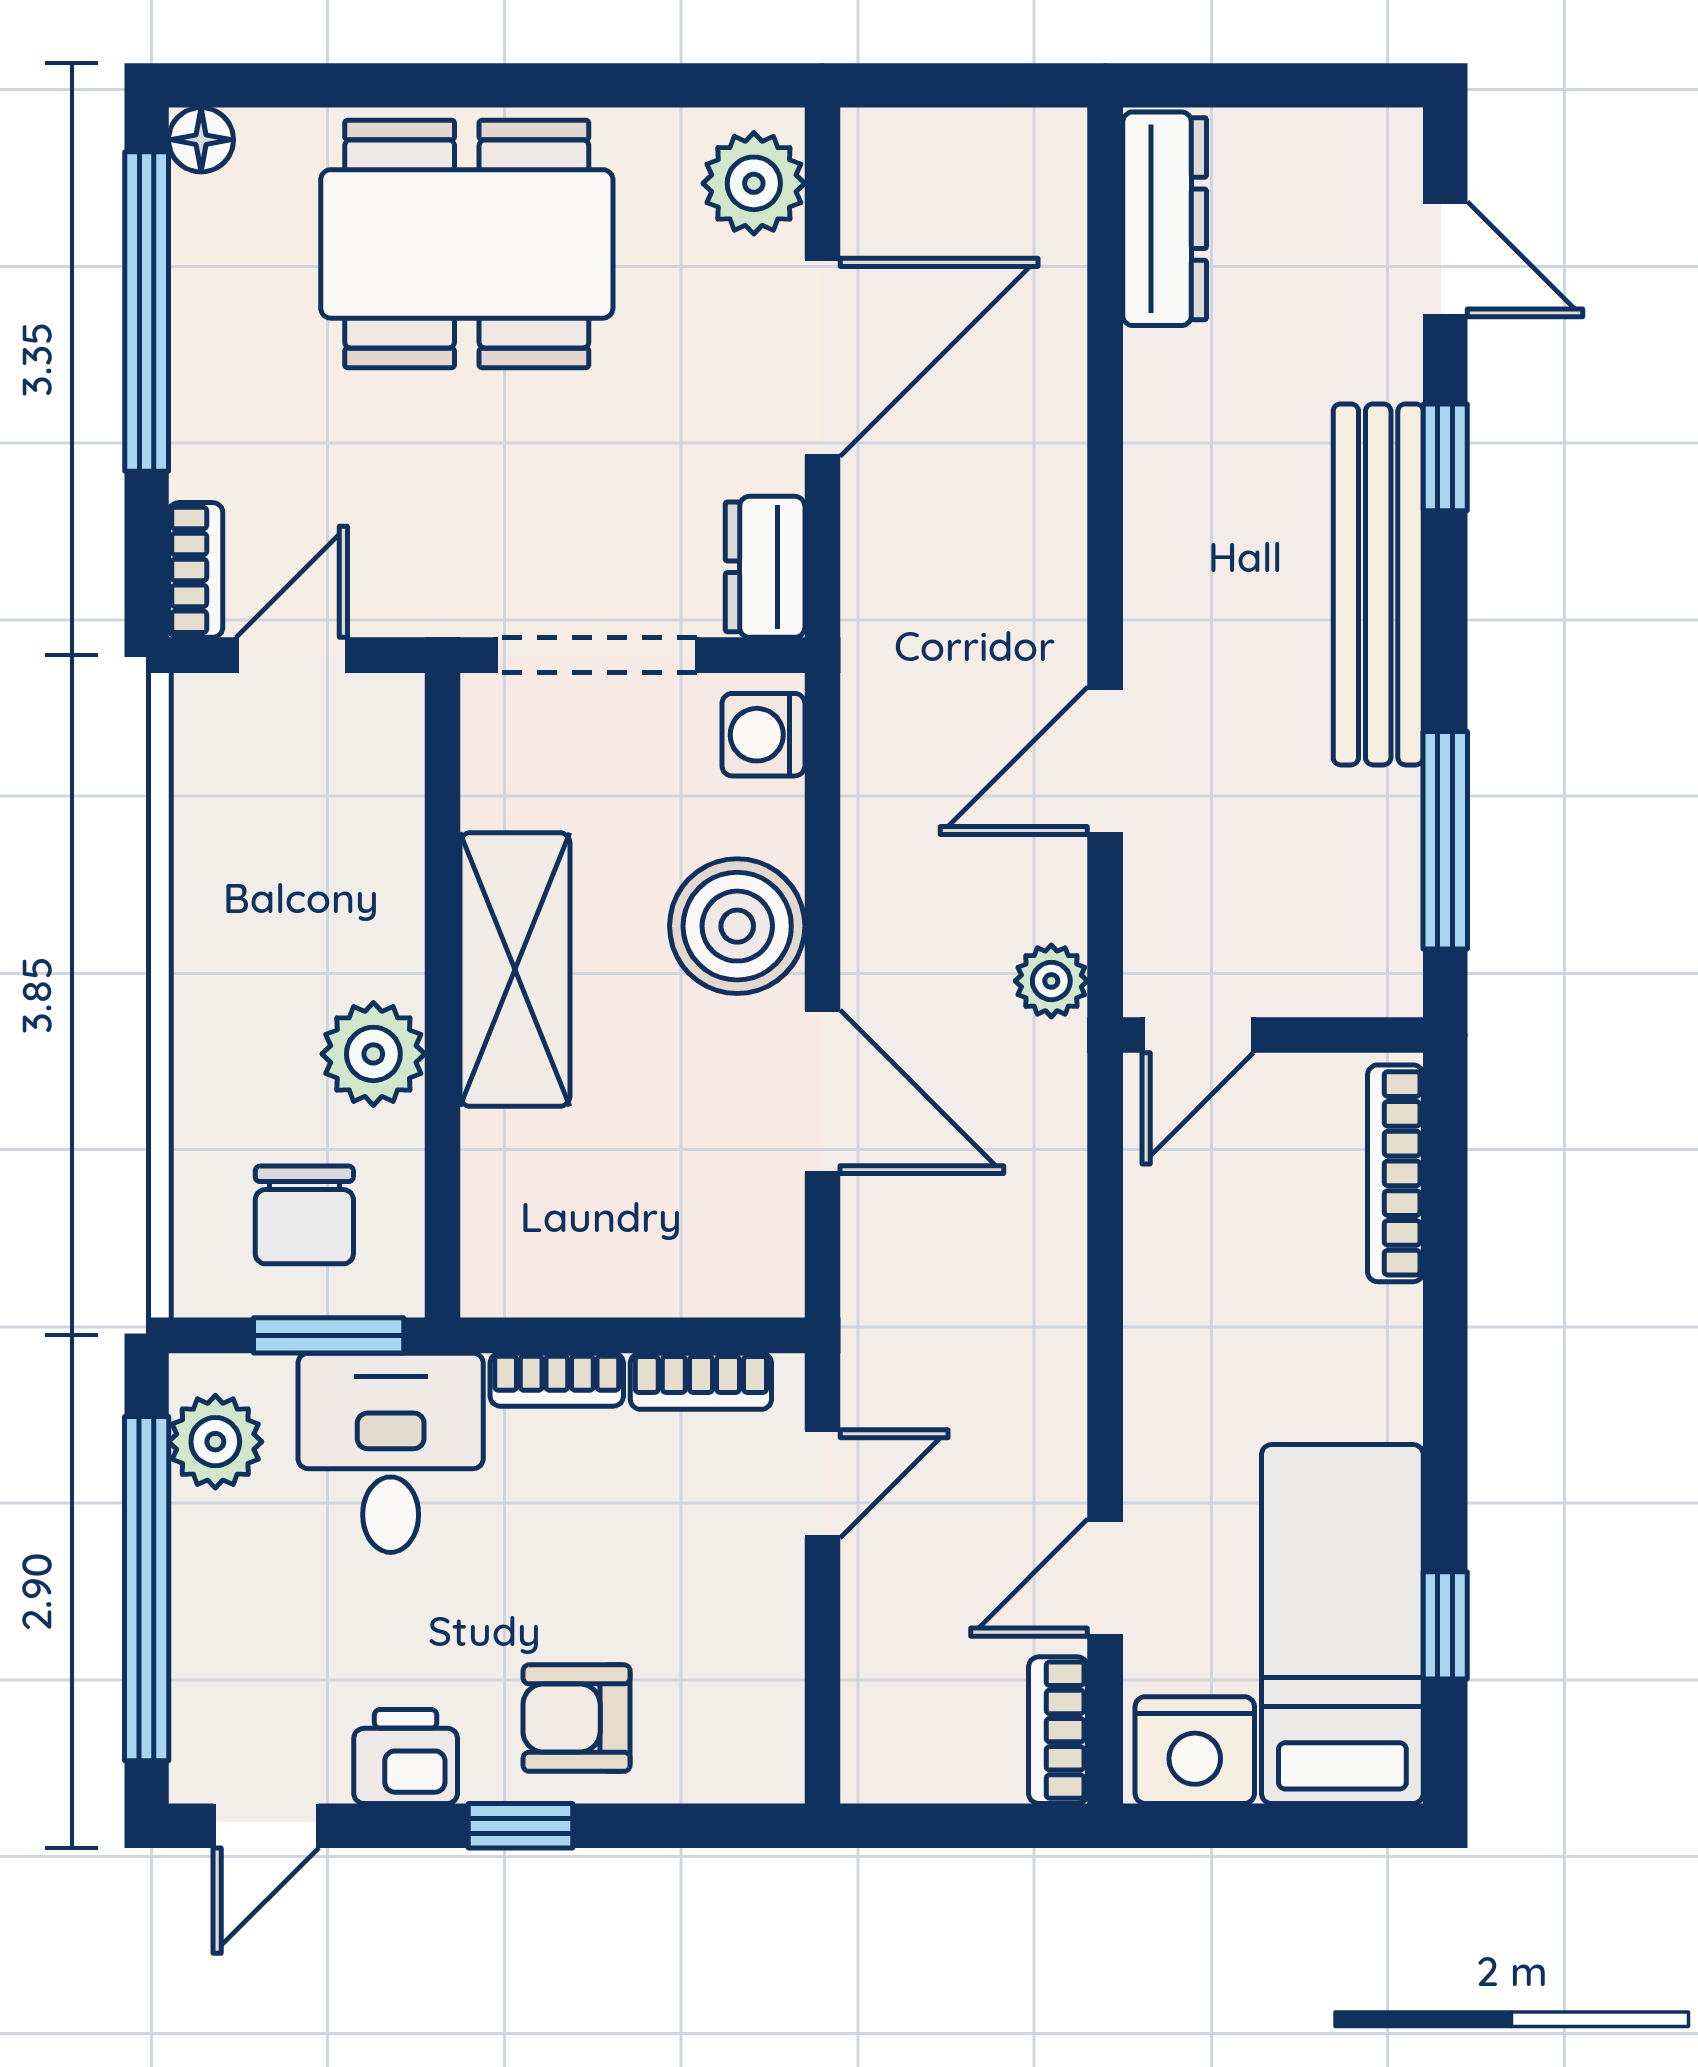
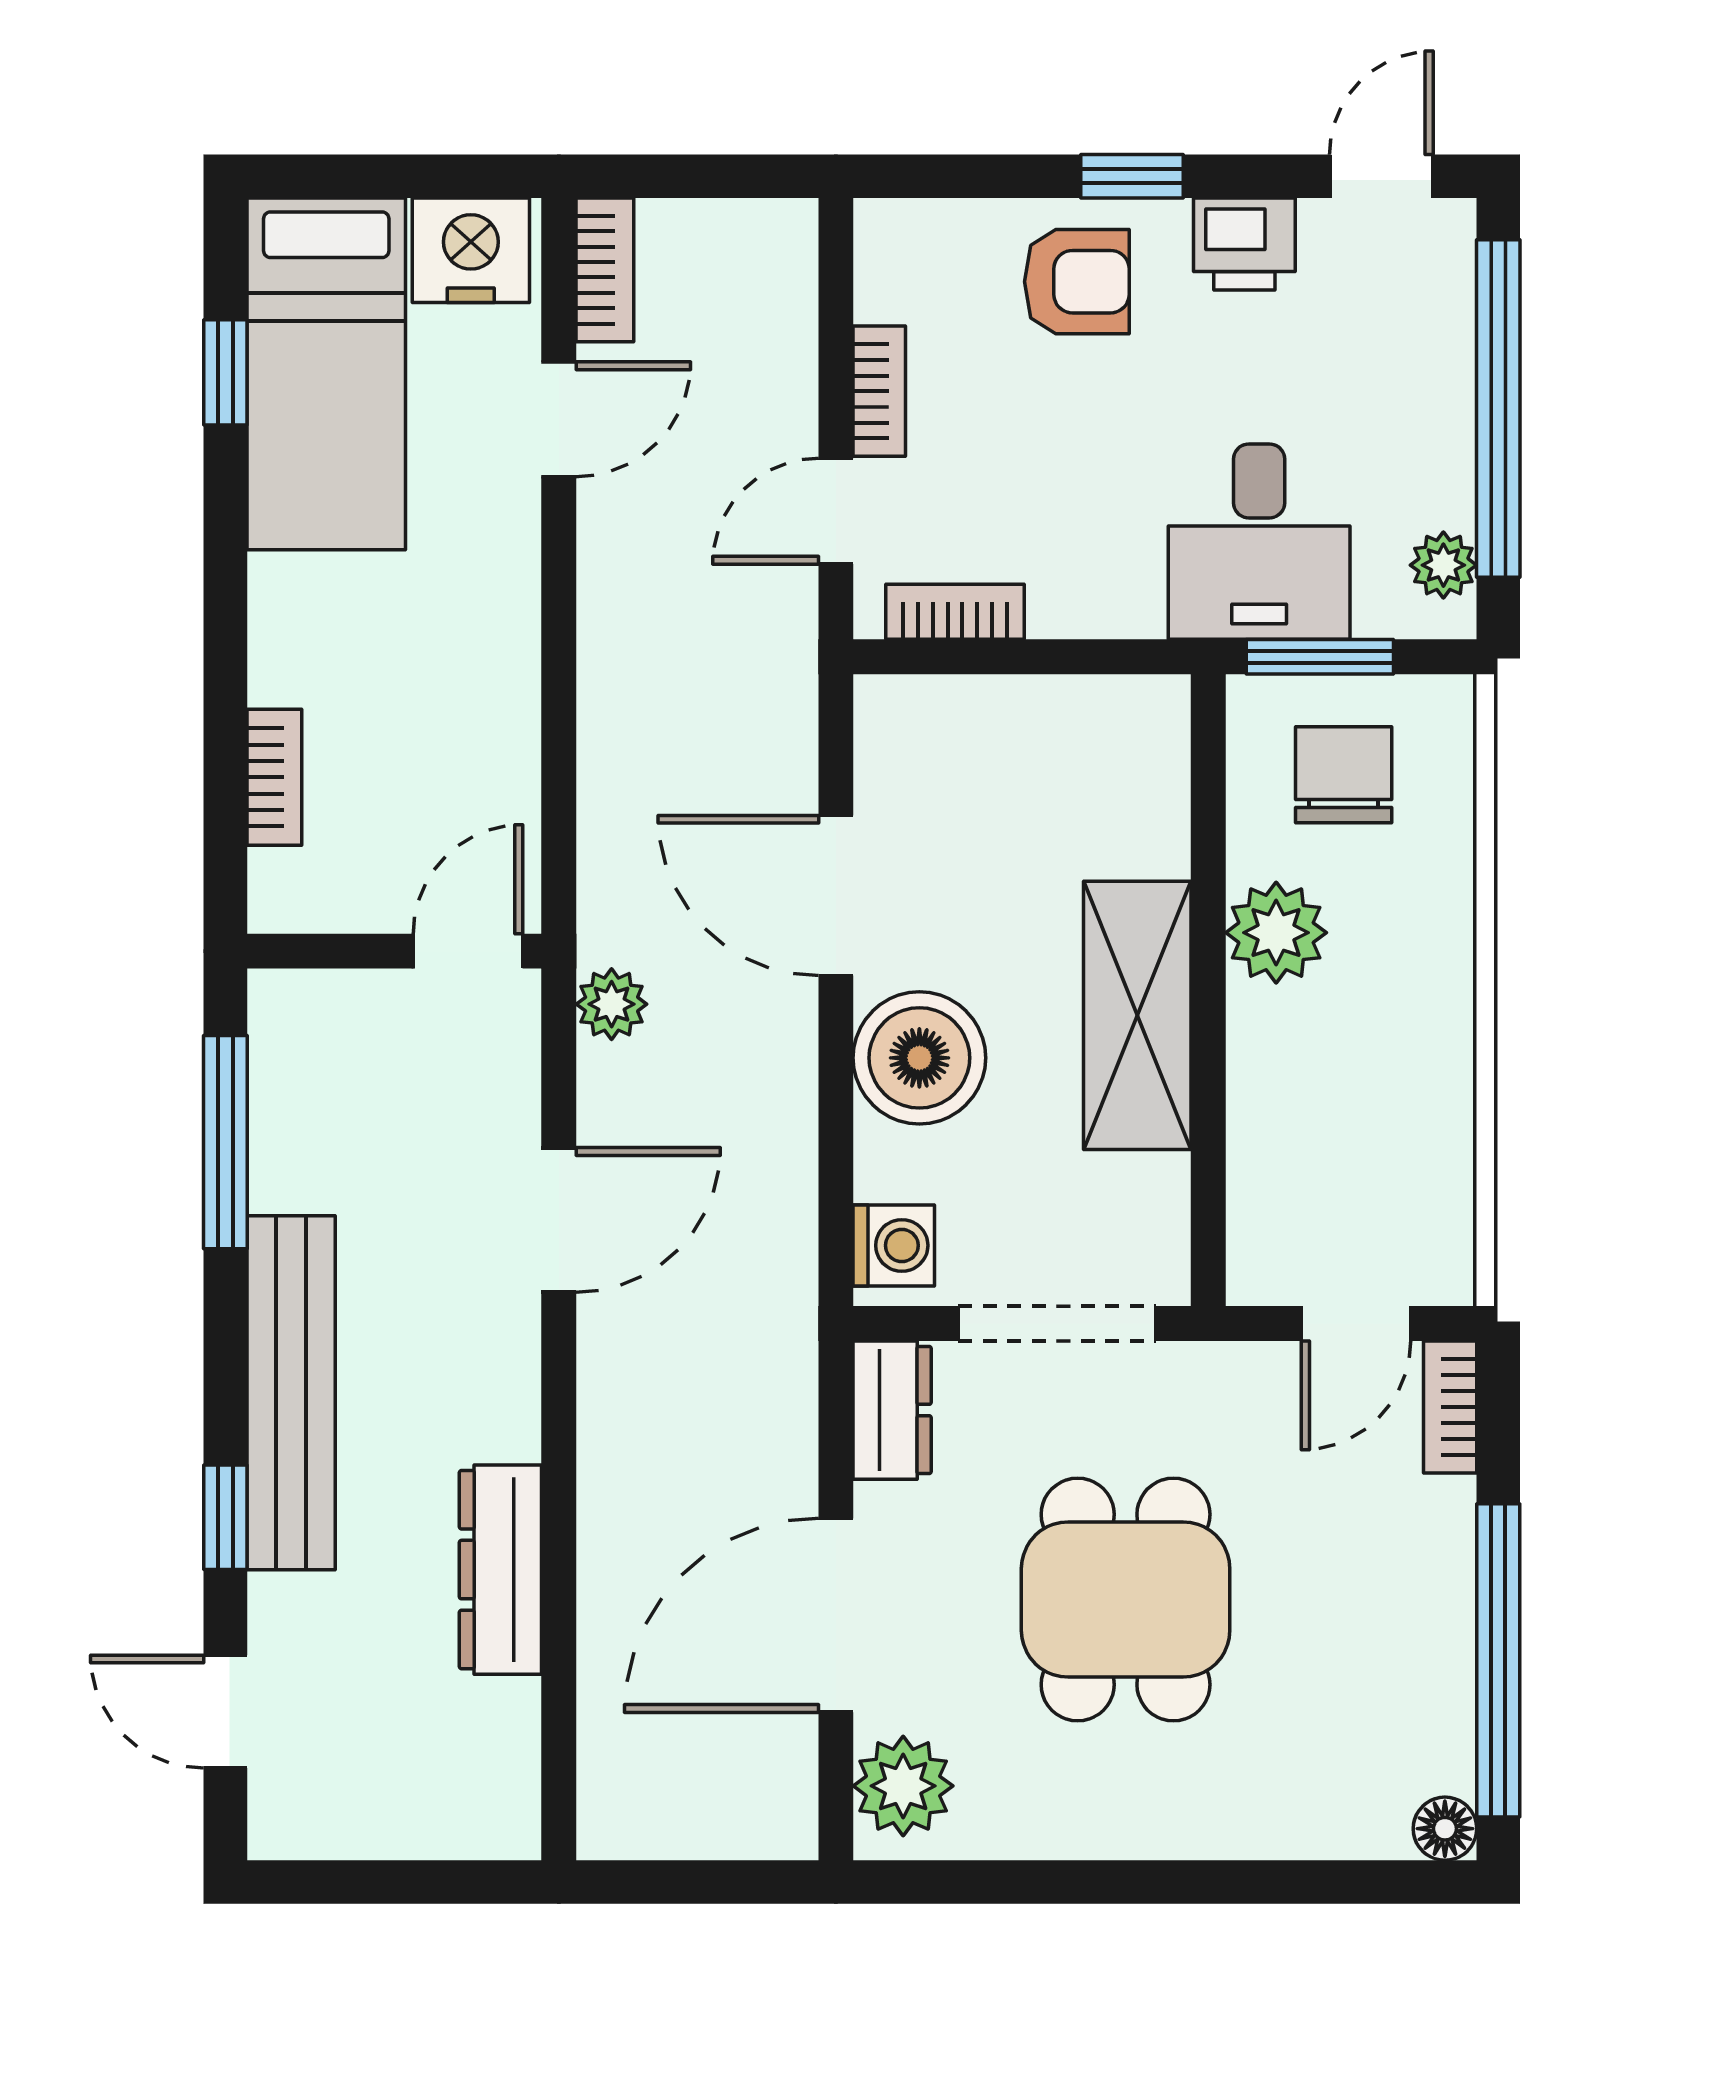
dresser: (1165, 219) -> (500, 1570), moved
dining table: (467, 244) -> (1126, 1600), moved, width x0.73
bookcase: (1395, 1173) -> (274, 777), width x0.64
bookcase: (557, 1380) -> (879, 391), moved, turned 90
plant: (215, 1442) -> (1443, 565), width x0.73, depth x0.73

